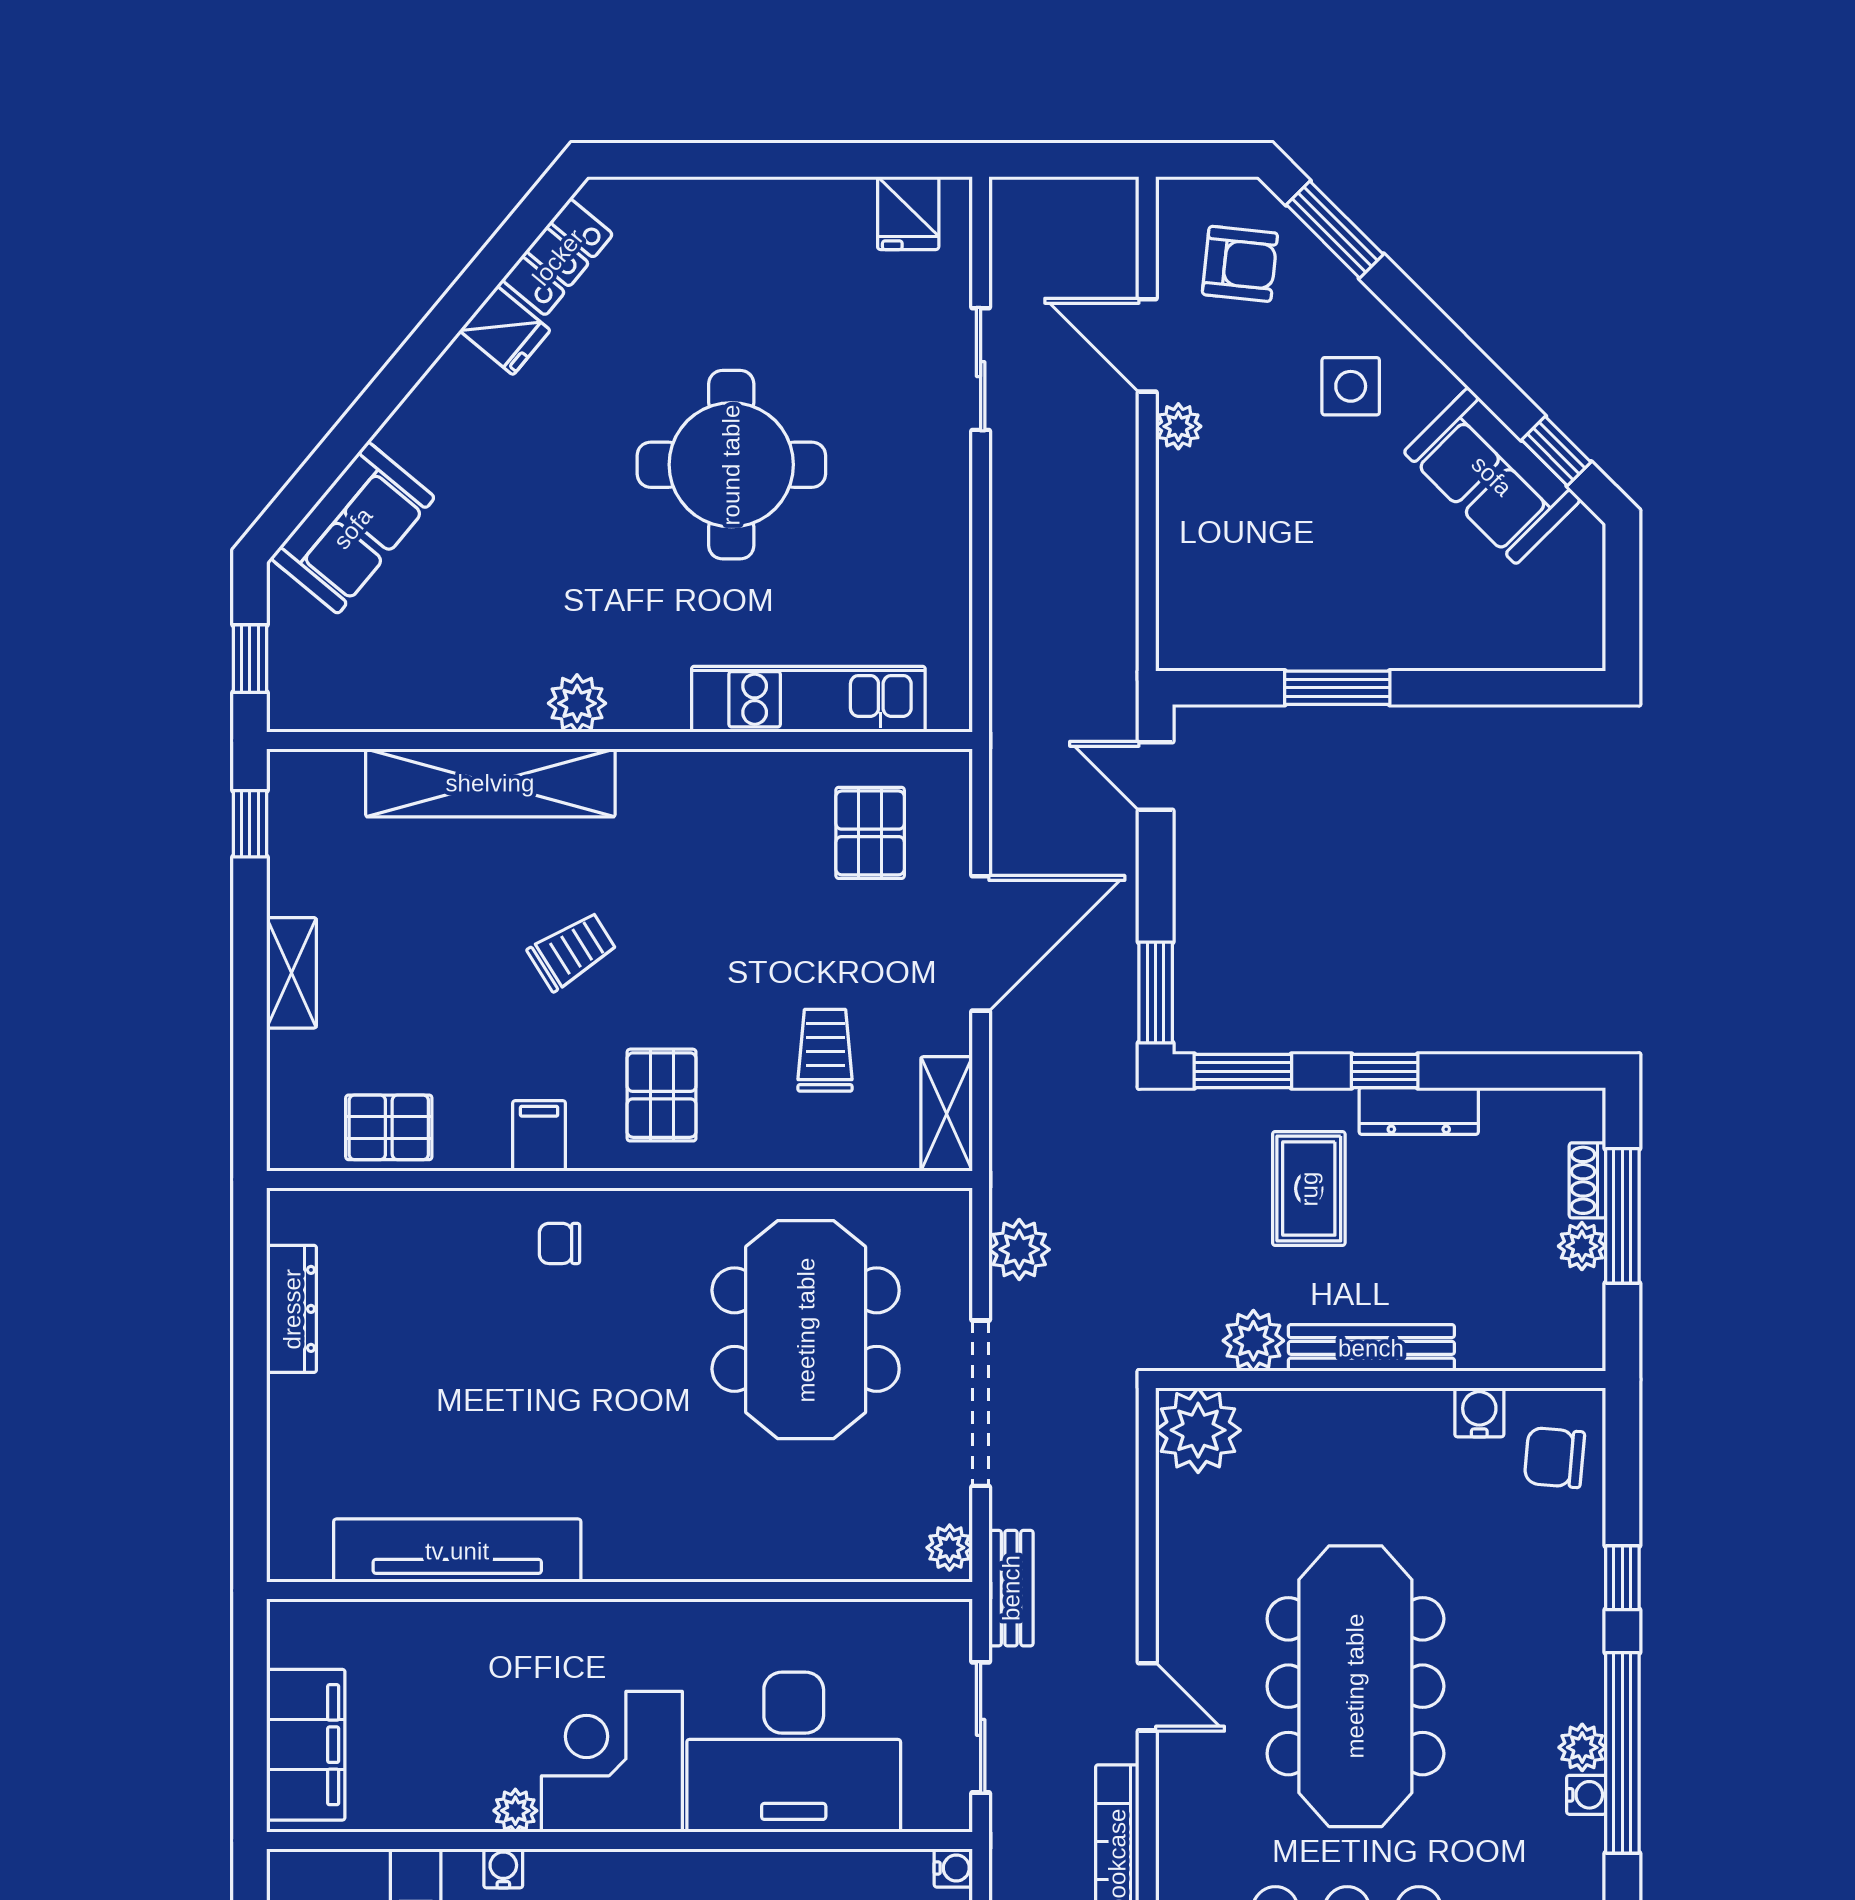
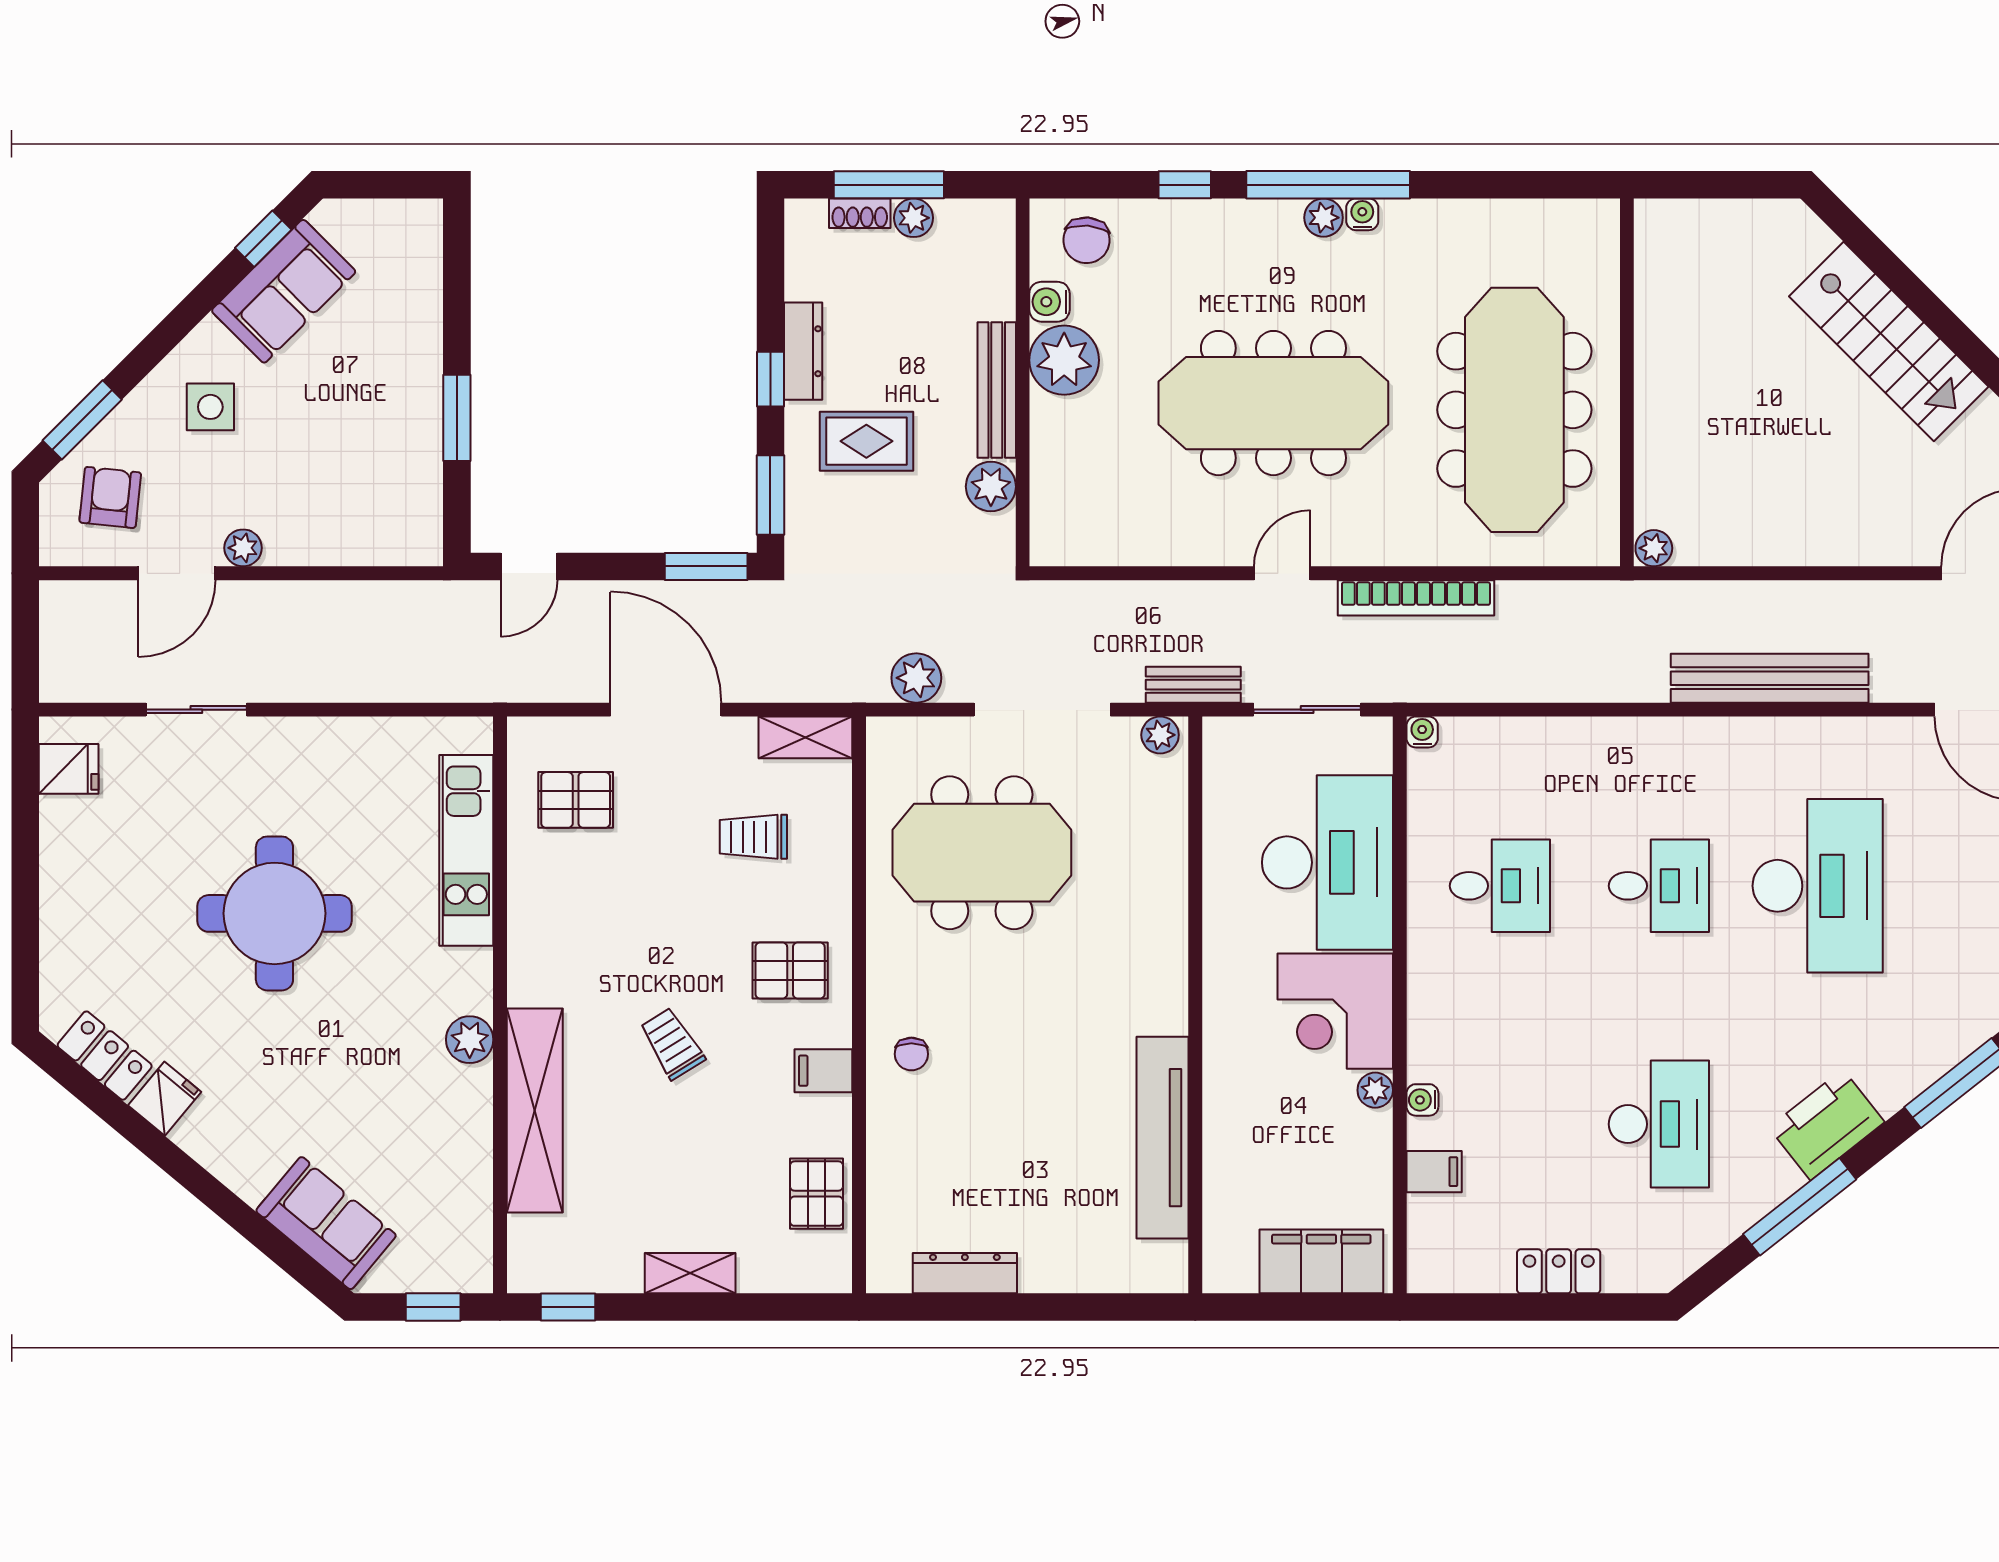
plant: (1198, 1430) -> (1064, 360), moved

